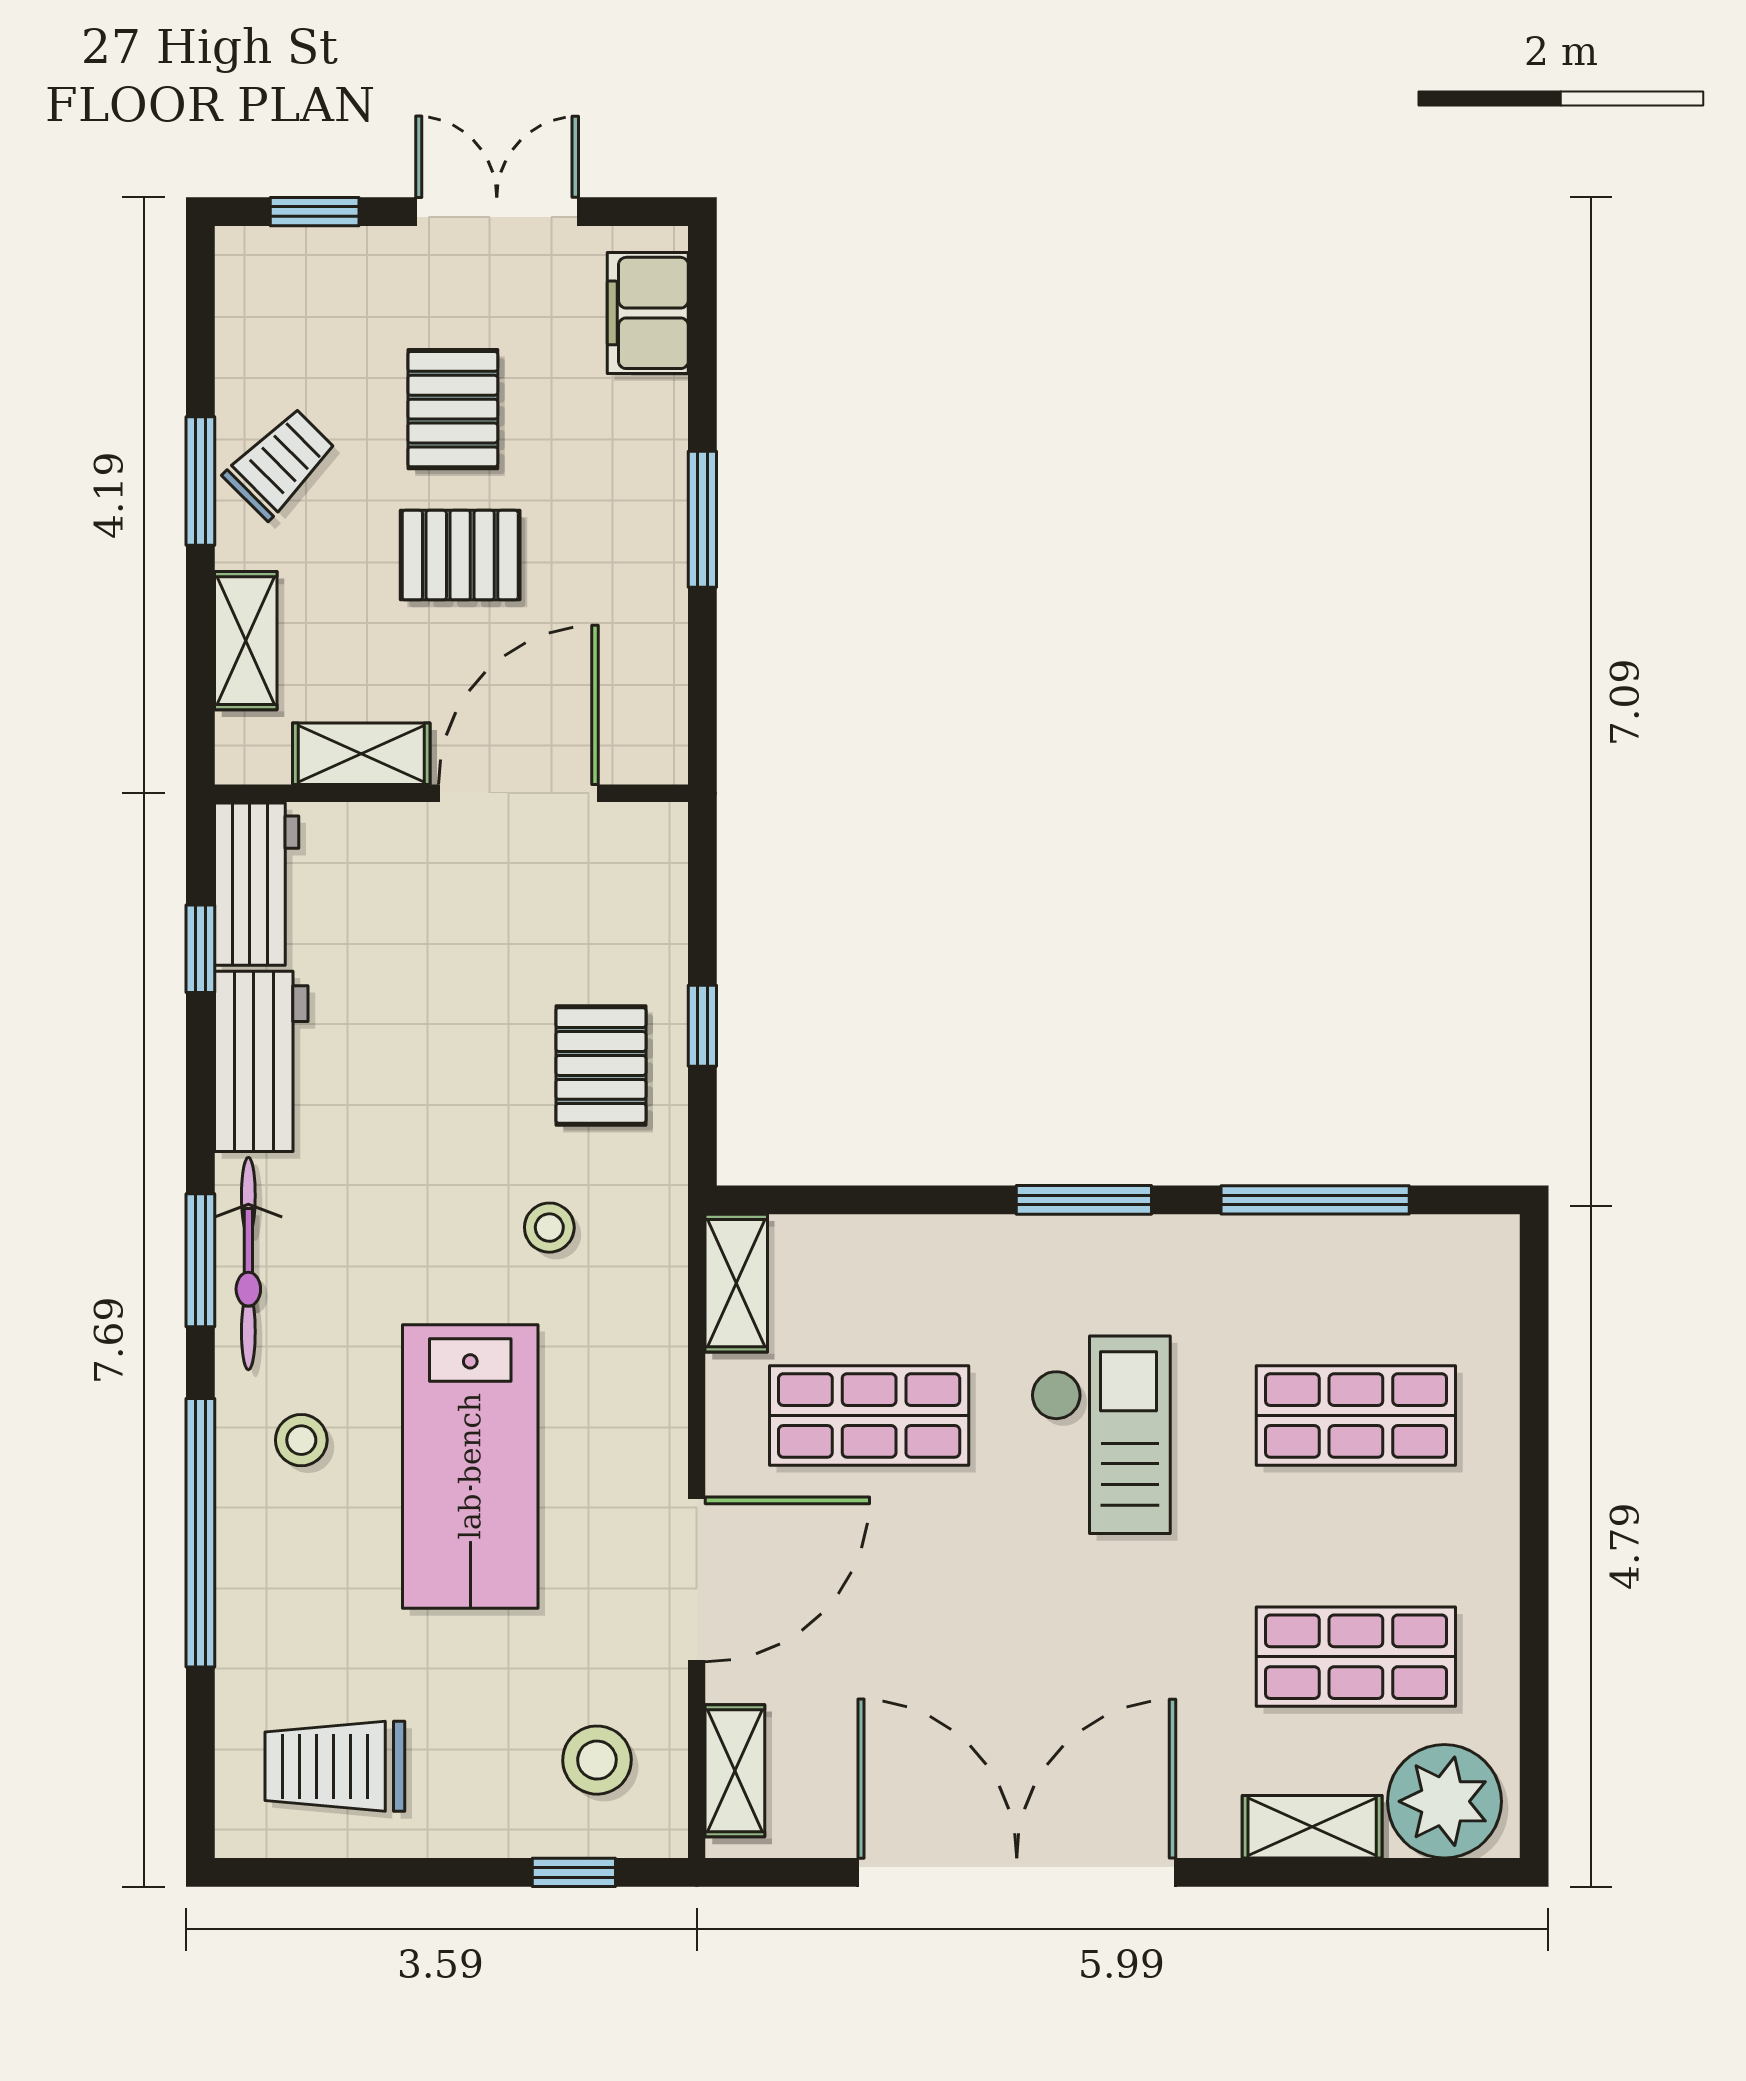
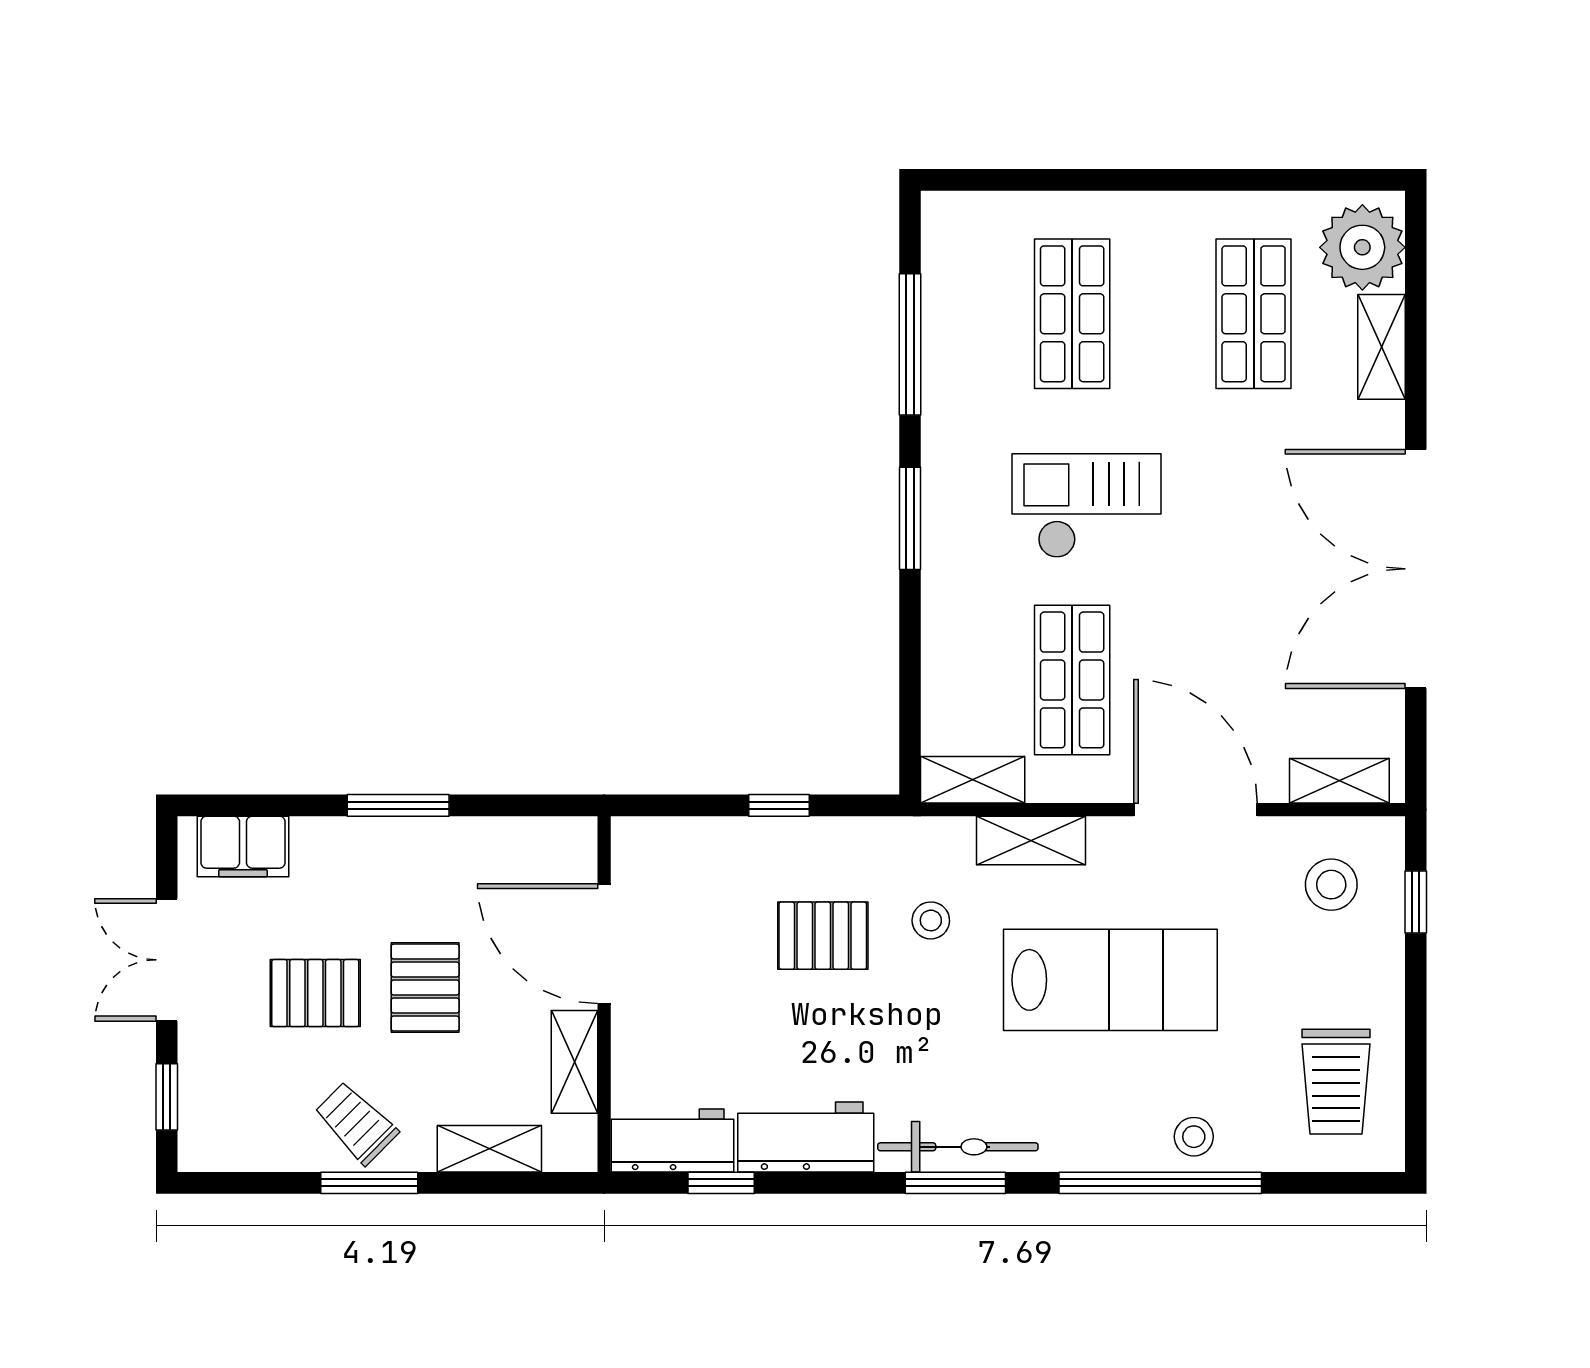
pallet: (601, 1065) -> (823, 936), moved
shelving: (656, 1361) -> (1031, 841), added
stool: (301, 1440) -> (1194, 1137), moved

